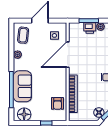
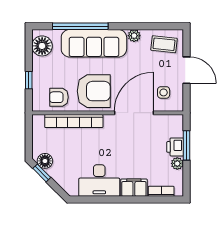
door: (68, 55) -> (134, 113), hinge flipped
armchair: (53, 81) -> (94, 91), added
sofa: (22, 86) -> (94, 43), width x1.36

